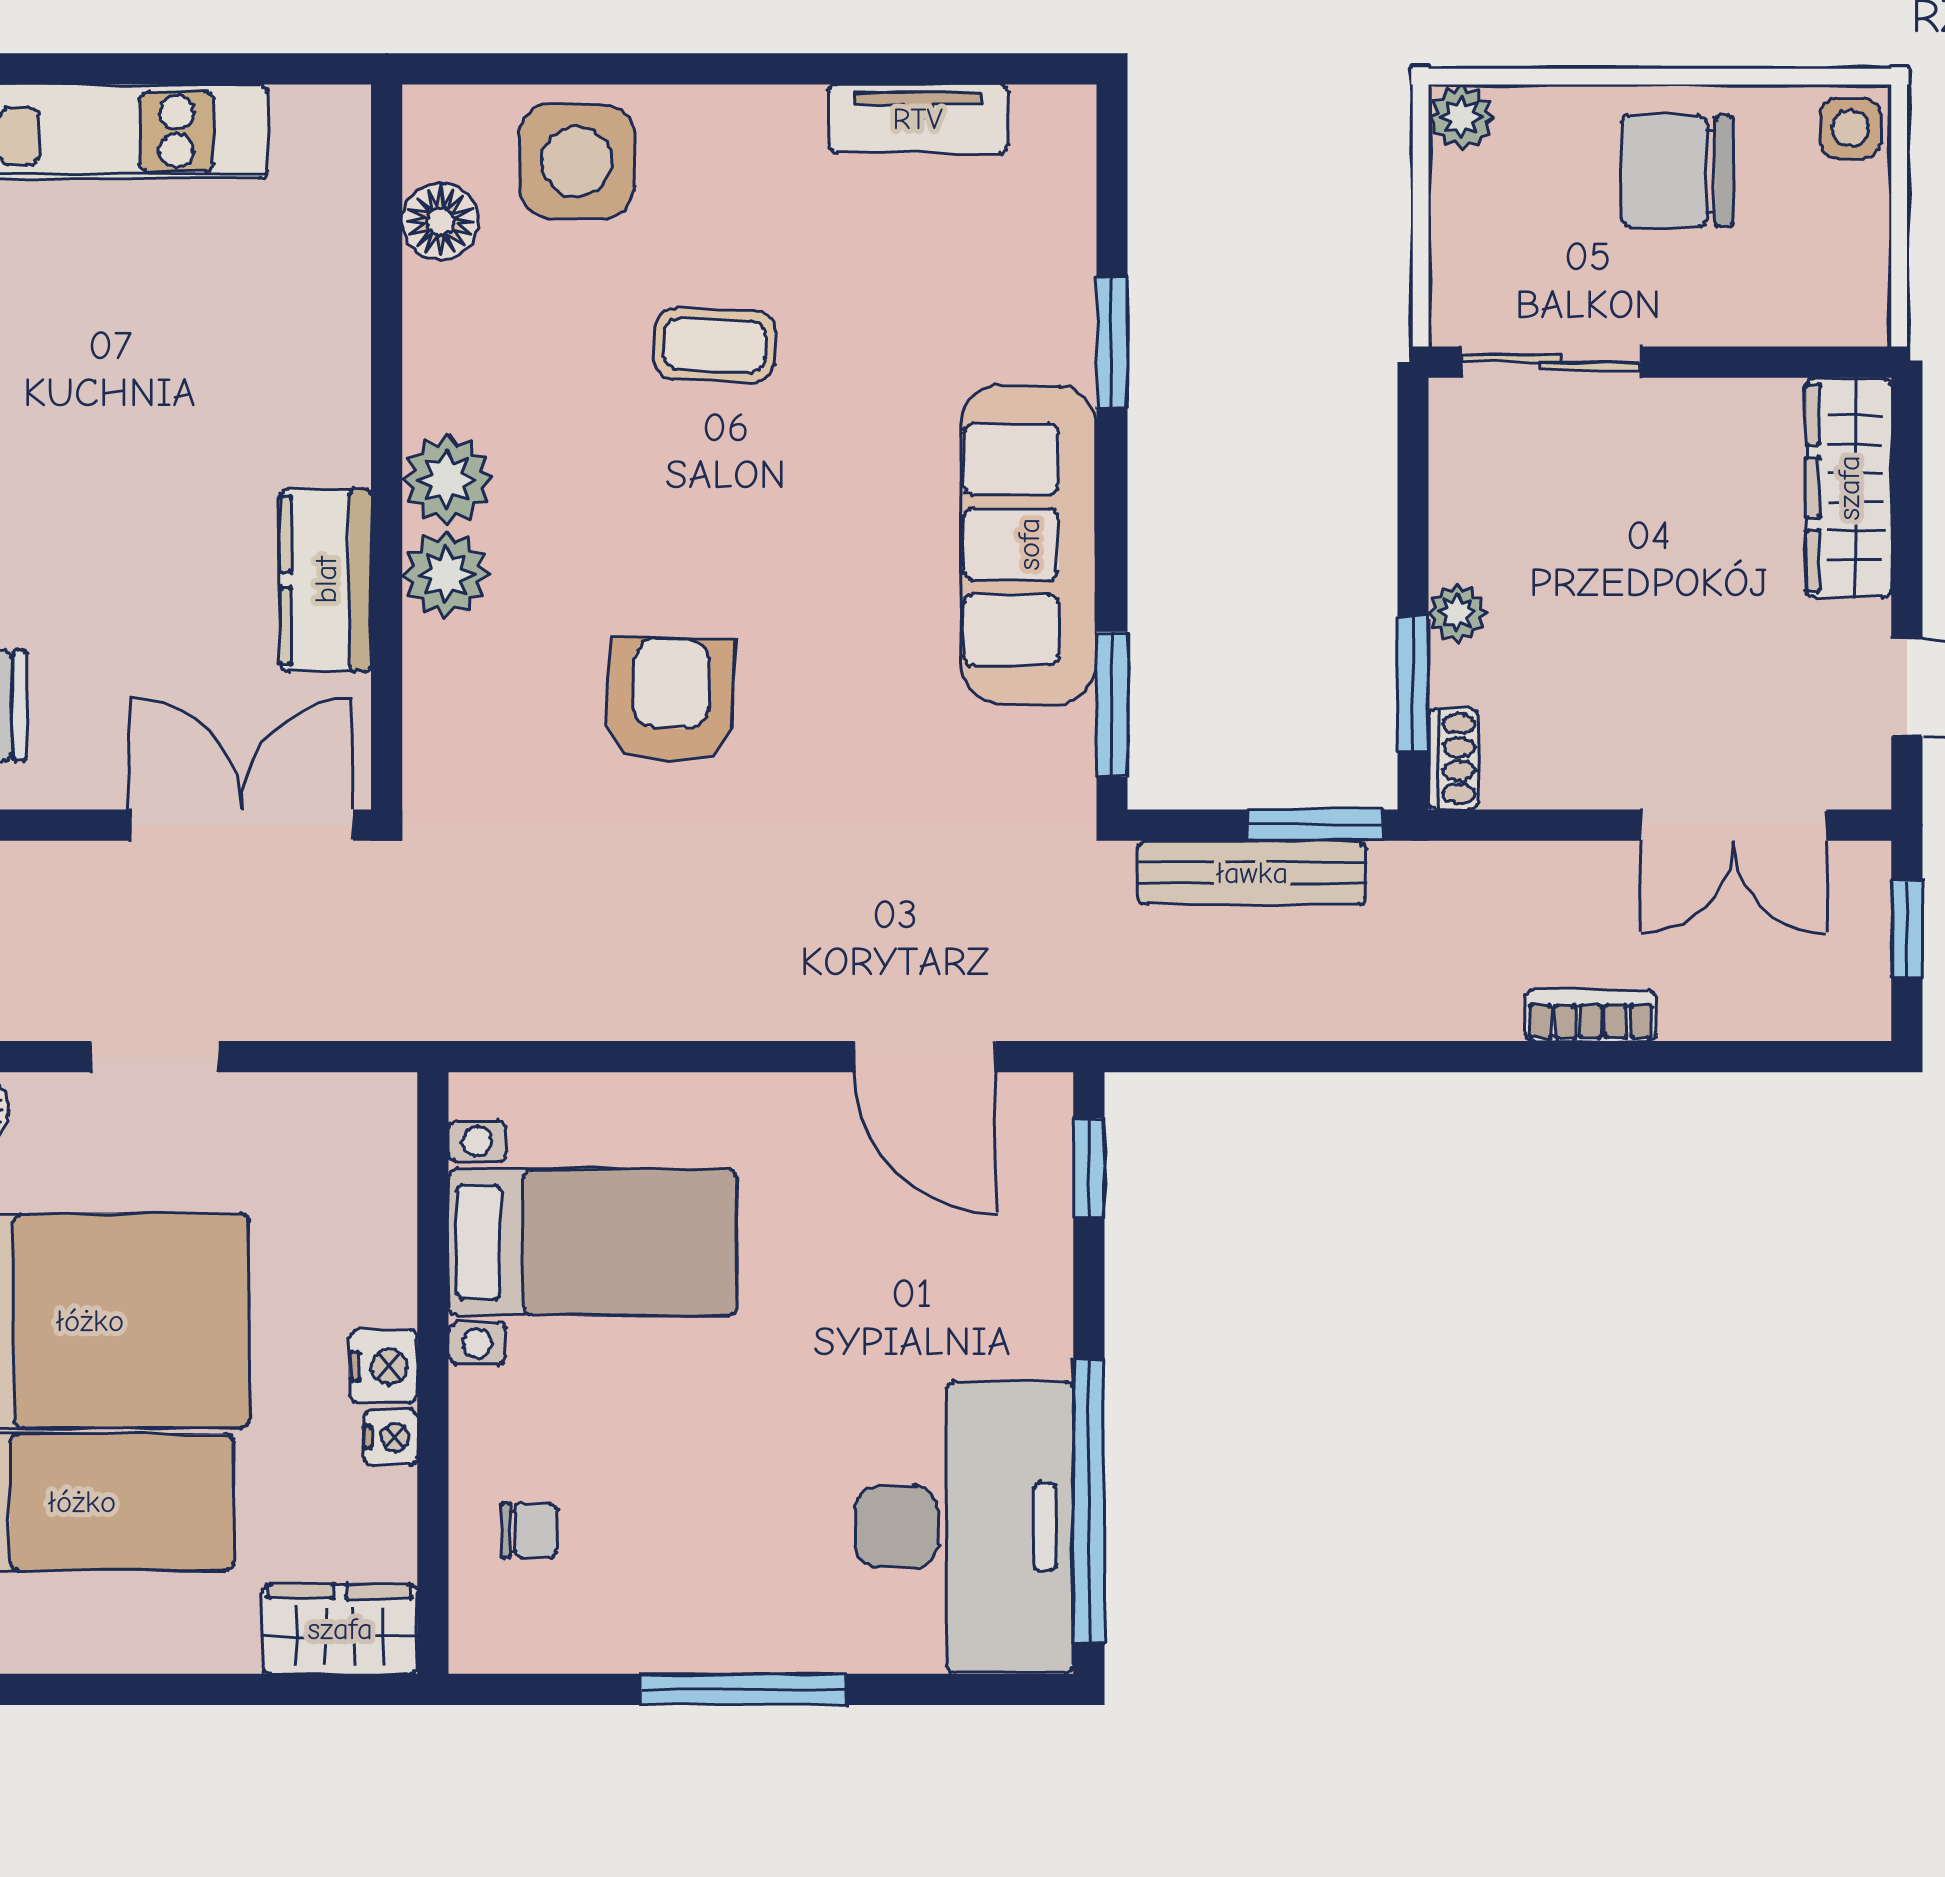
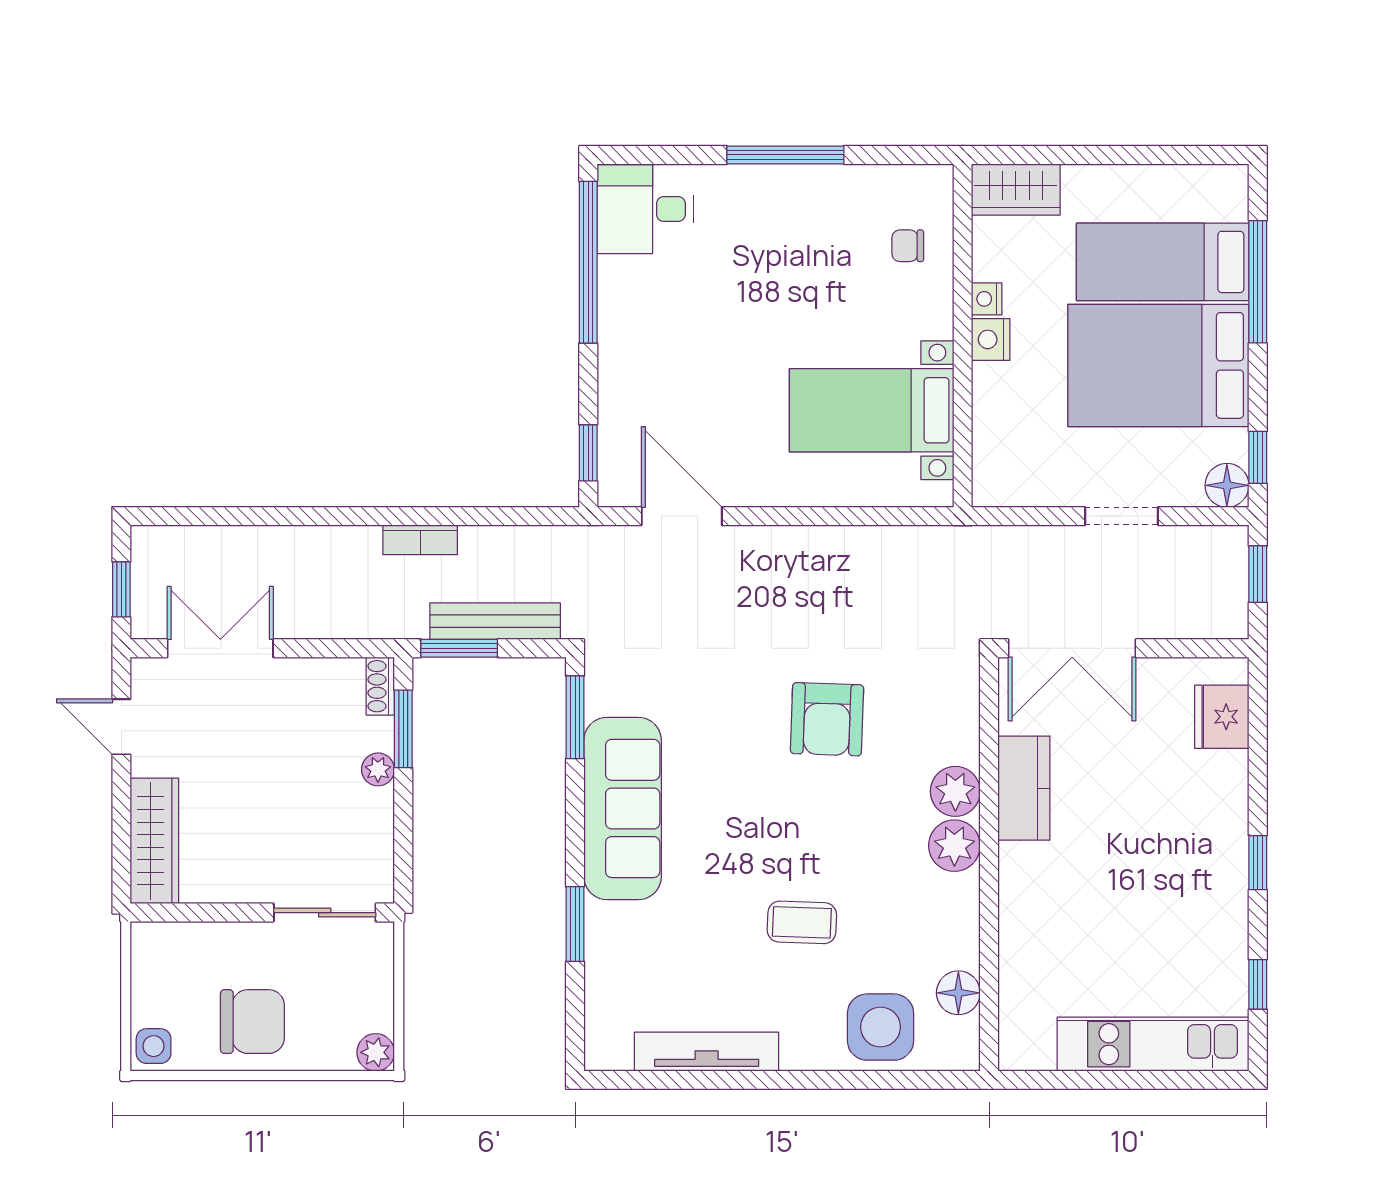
tv unit: (918, 119) -> (707, 1052), width x1.41
bookcase: (1591, 1015) -> (420, 540), moved
desk: (964, 1527) -> (645, 209), width x0.53, depth x0.77

